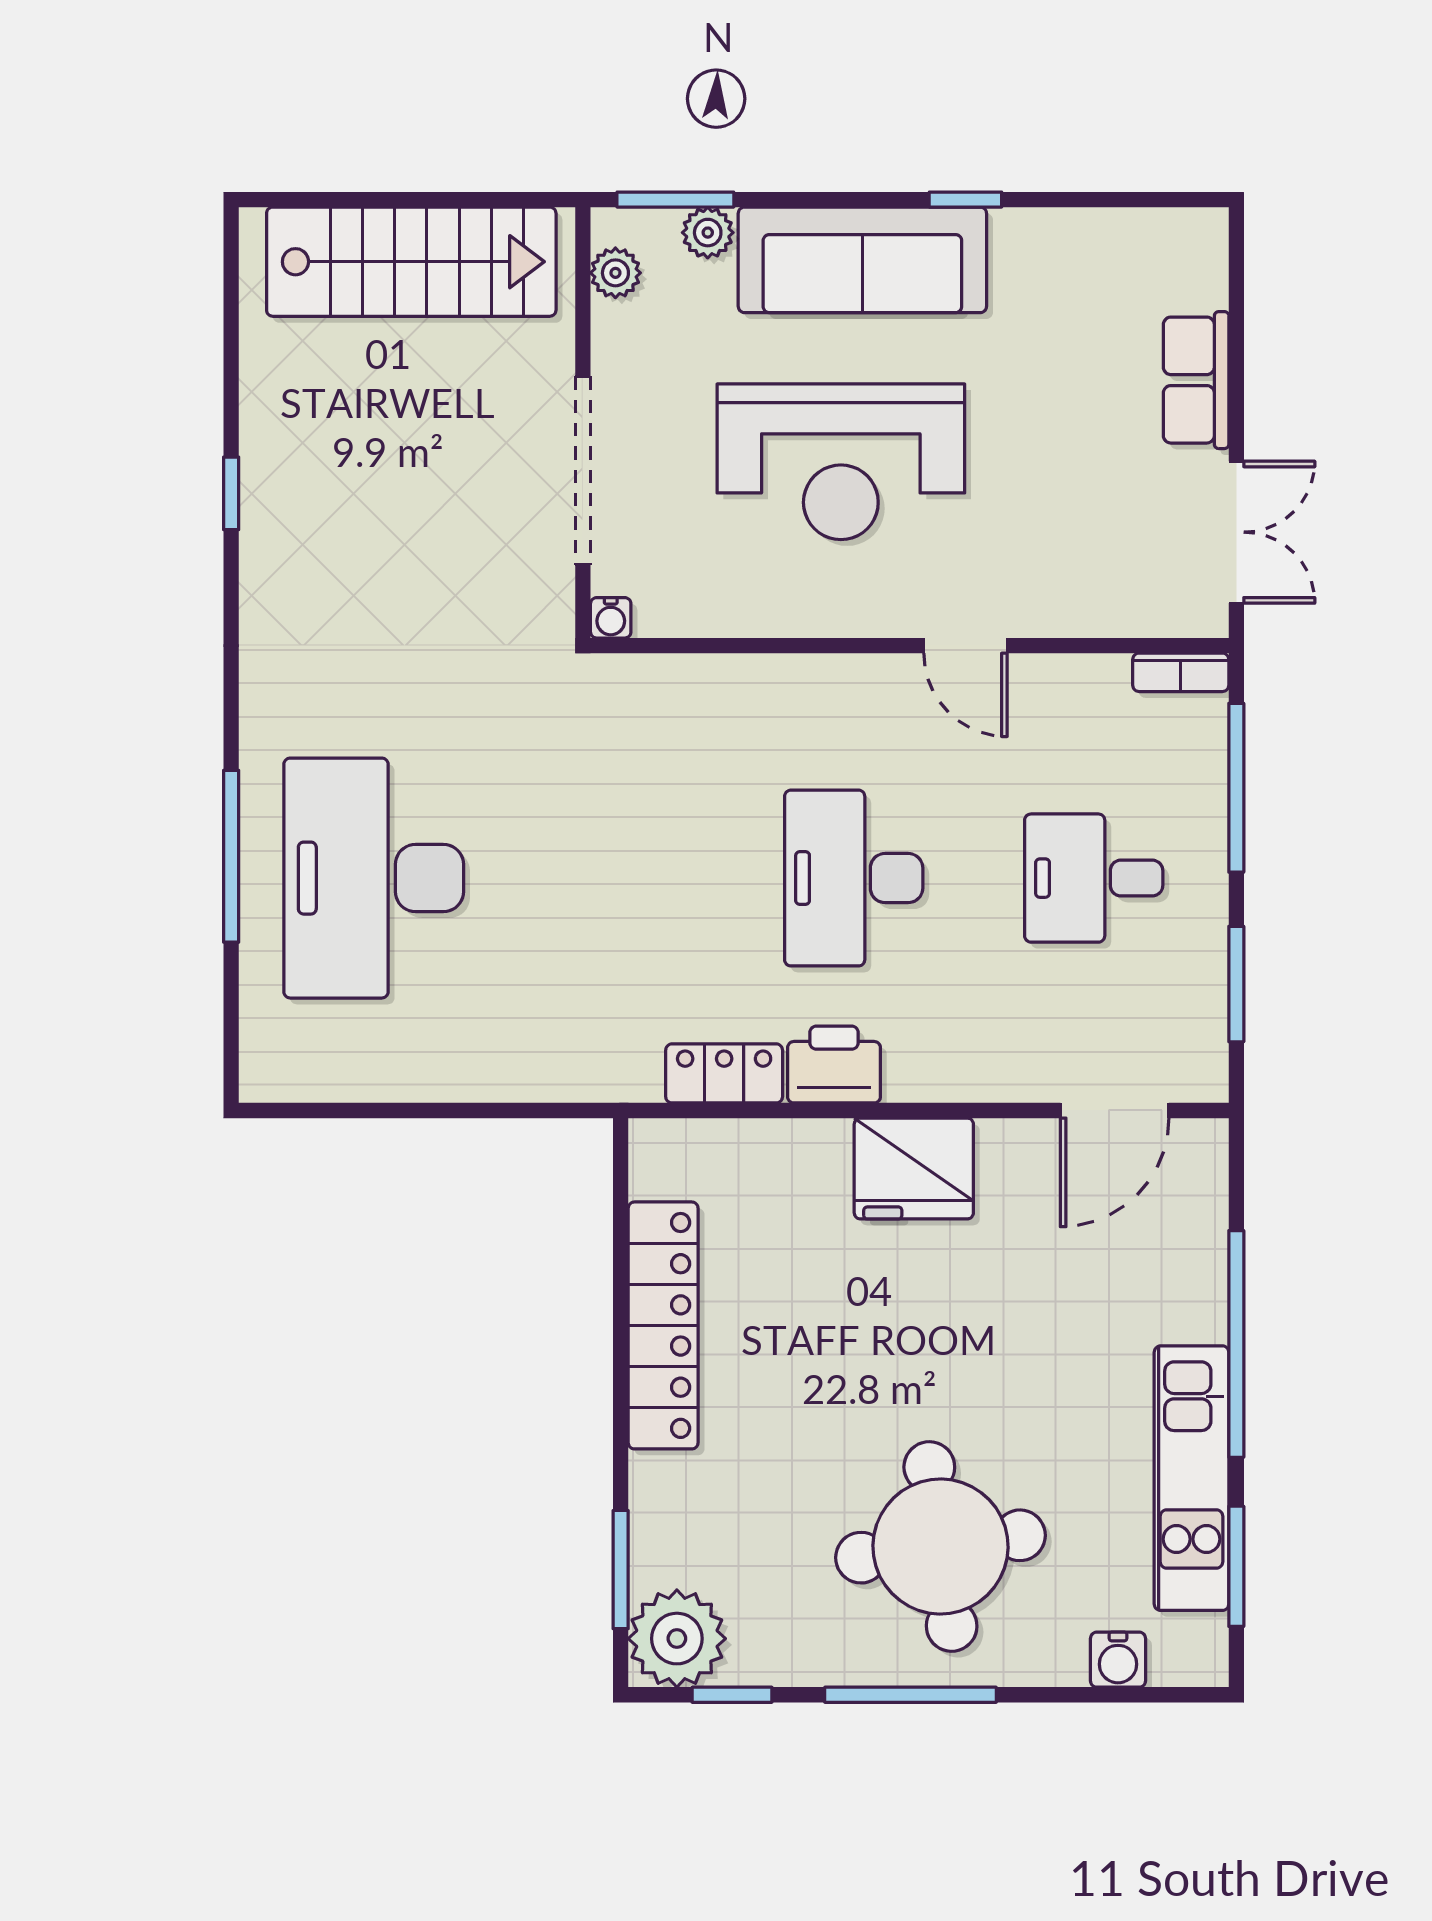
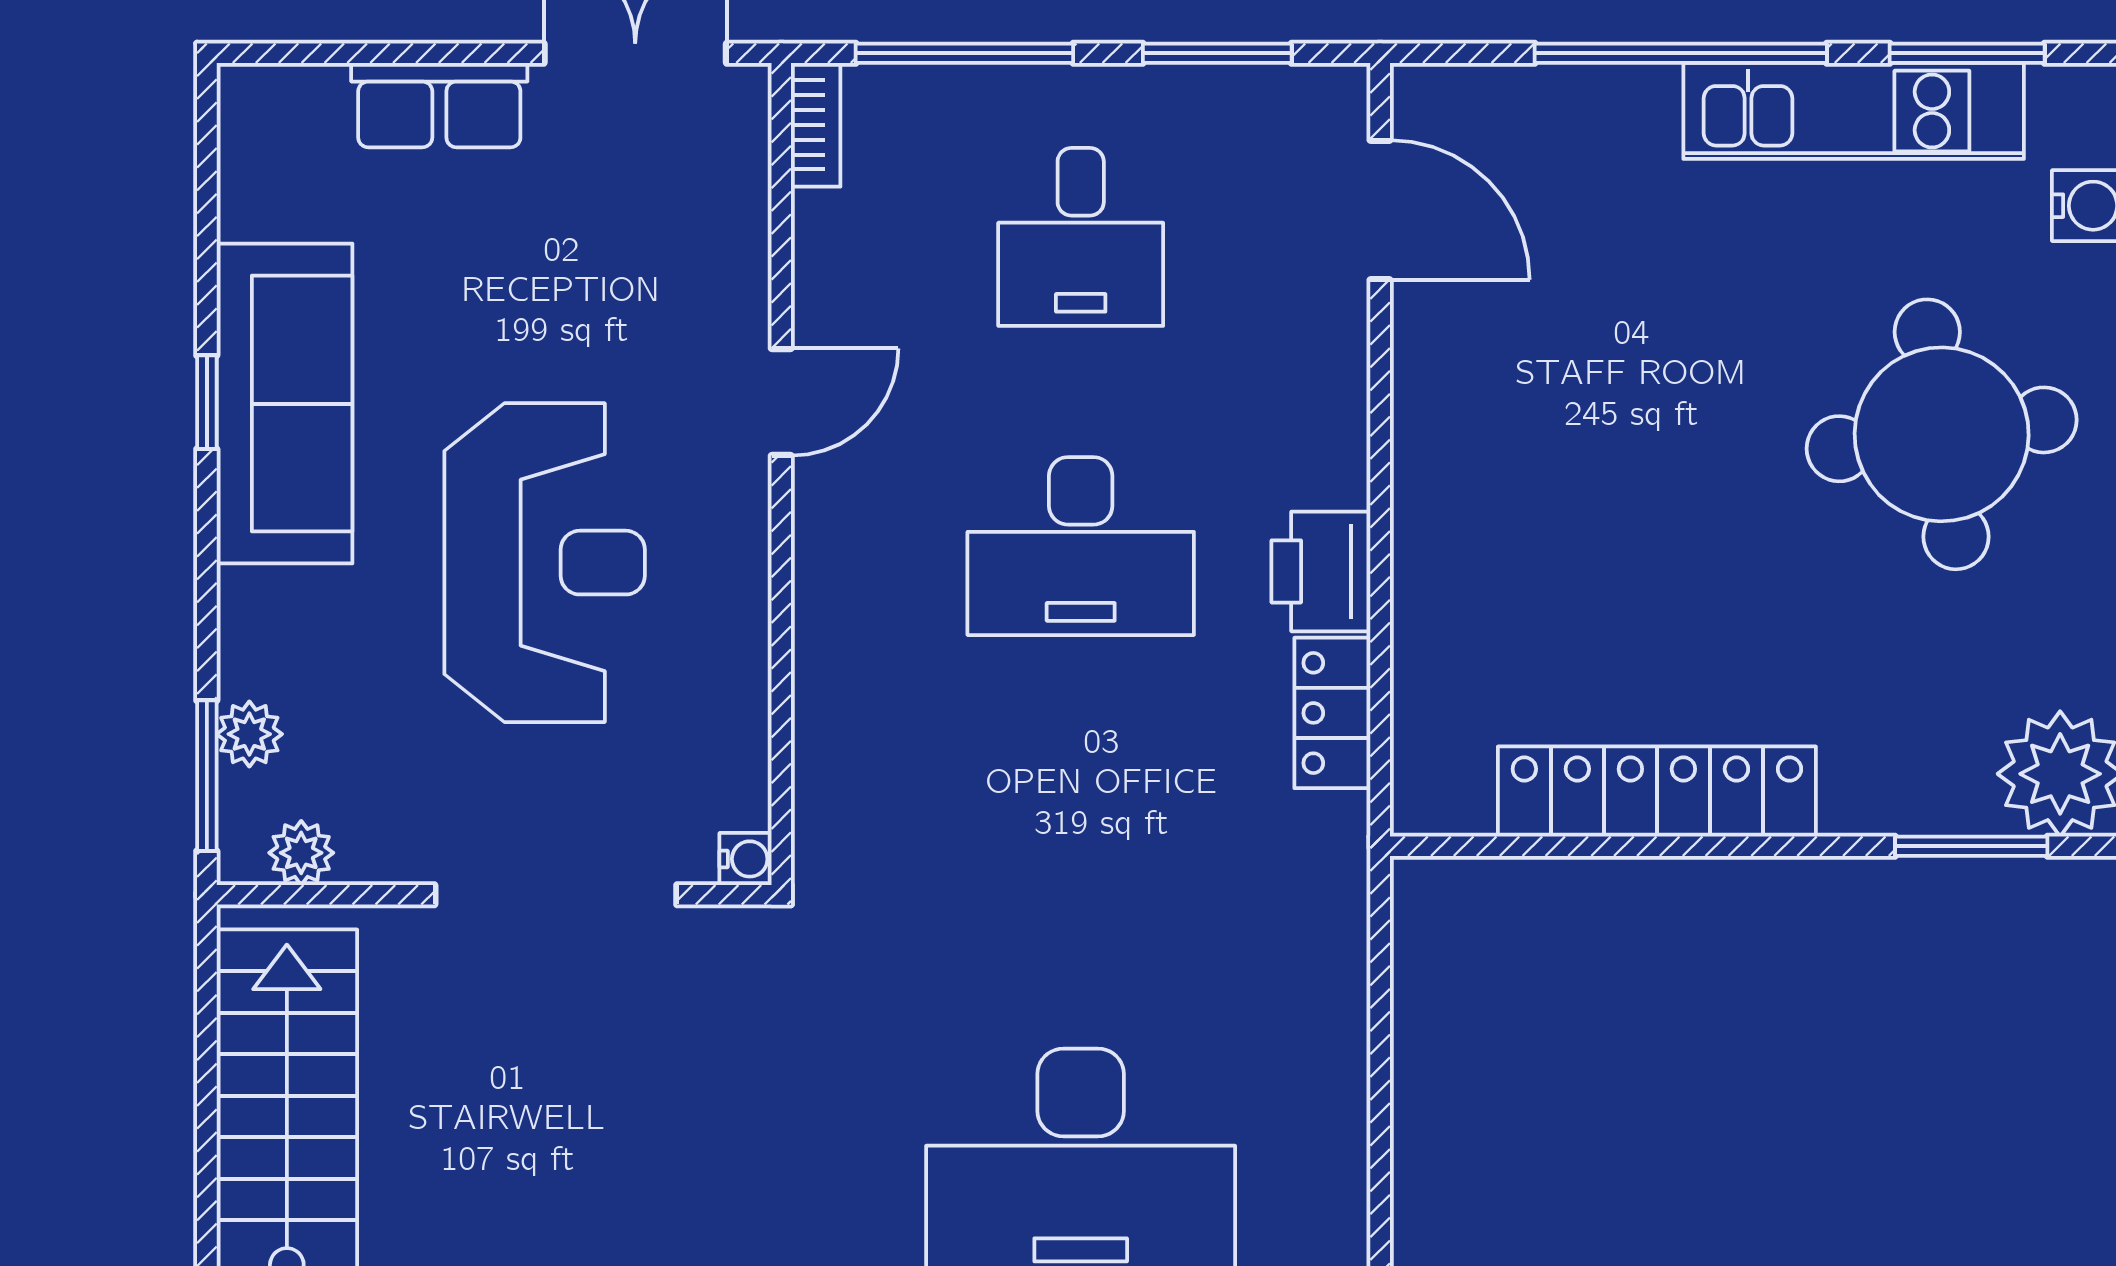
sofa: (862, 260) -> (284, 404), moved
fridge: (914, 1169) -> (1455, 469), removed

